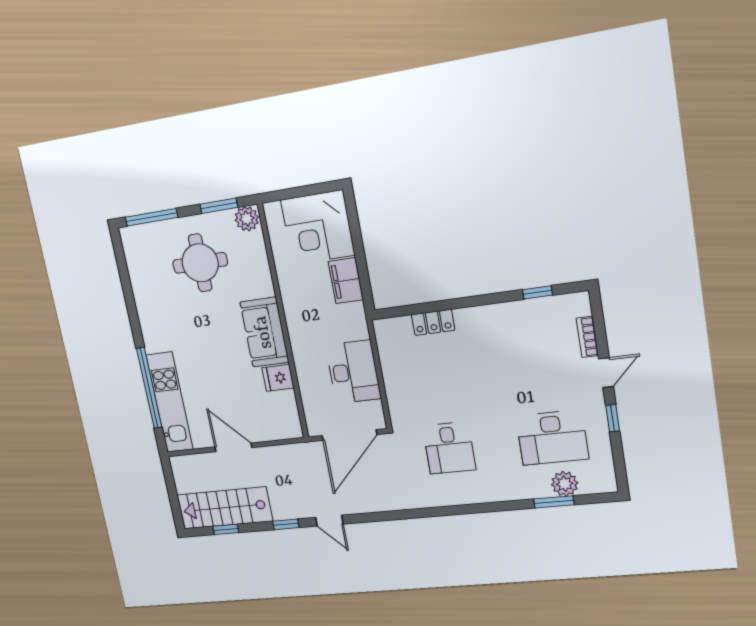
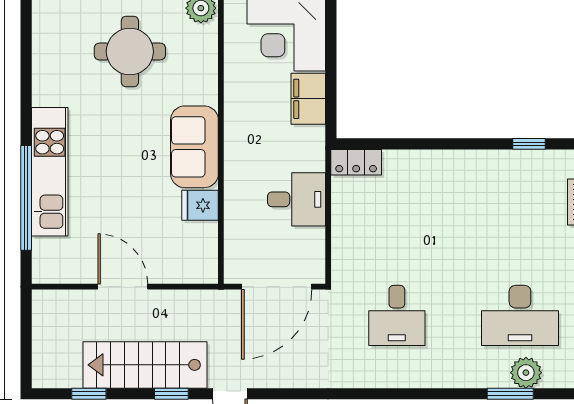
locker: (433, 322) -> (356, 162), moved
desk: (353, 372) -> (296, 199), width x0.73
kitchen unit: (170, 402) -> (50, 172), moved
stairs: (224, 508) -> (145, 365), moved

